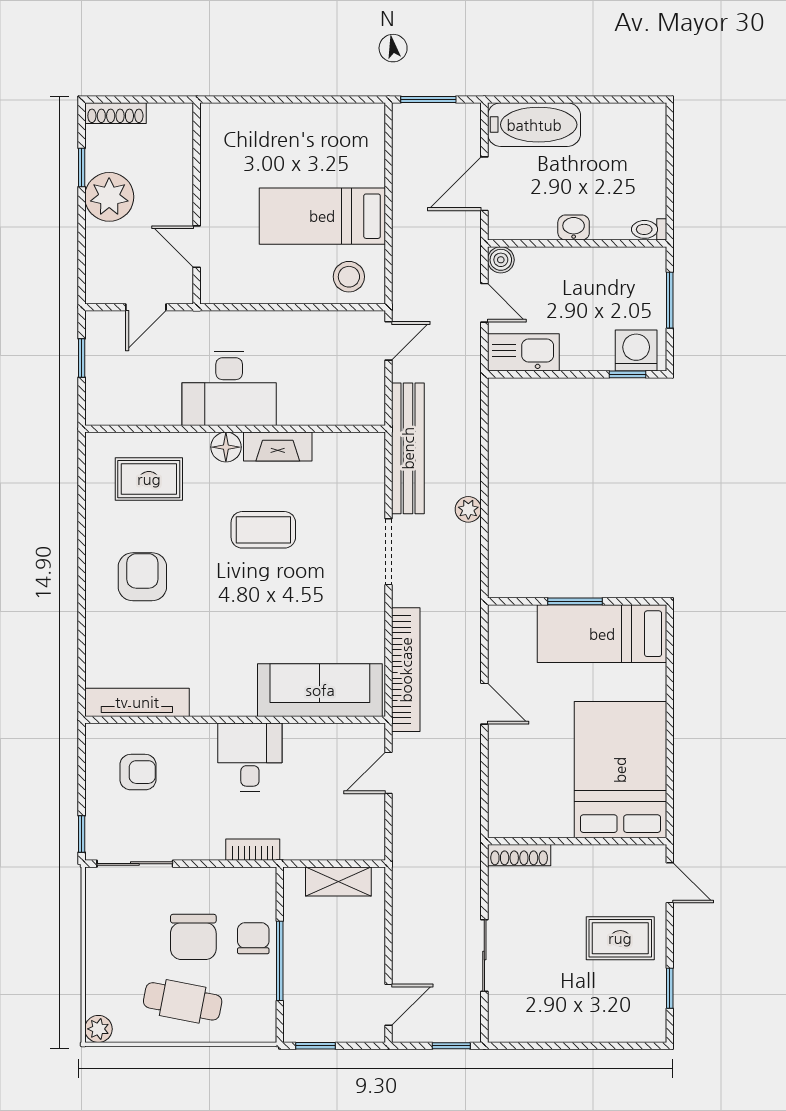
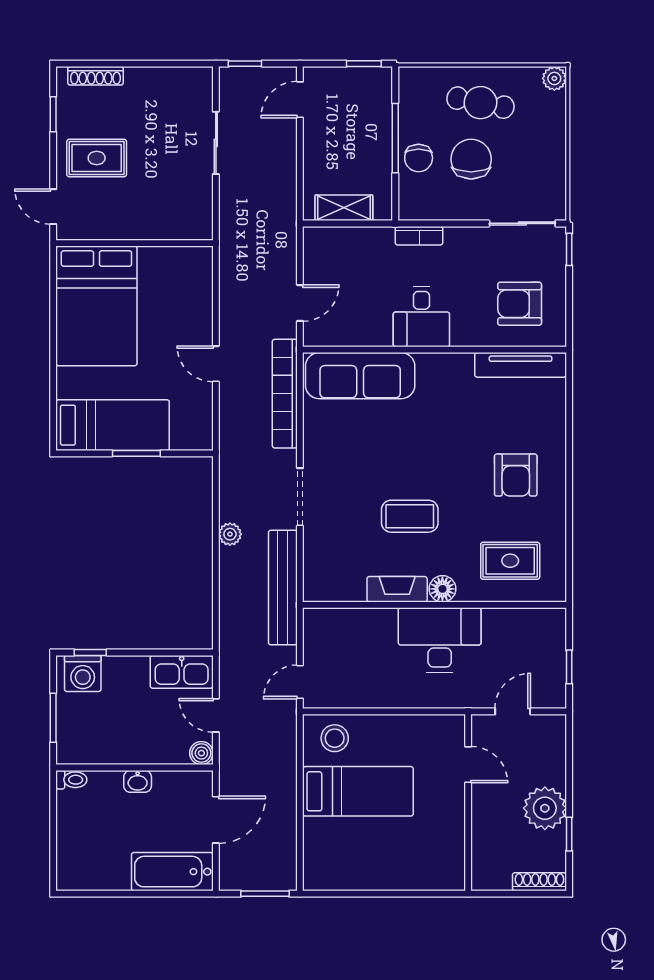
armchair: (138, 772) -> (520, 304), width x1.38, depth x1.38
shoe rack: (519, 855) -> (95, 76), moved, turned 180

